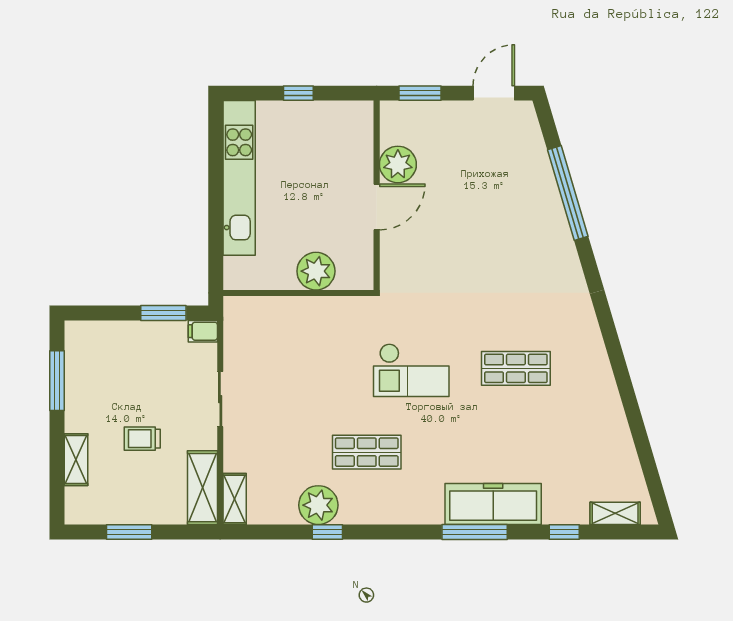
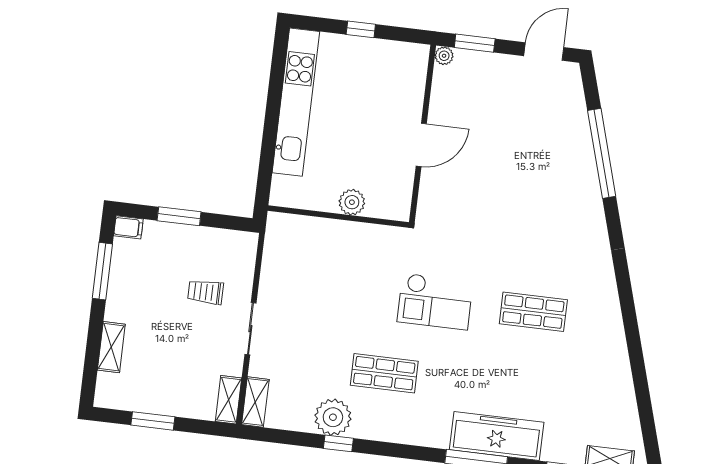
plant: (398, 164) -> (444, 56), moved, width x0.53, depth x0.53
plant: (316, 271) -> (352, 202), width x0.73, depth x0.73
window: (163, 313) -> (179, 216), moved
filing cabinet: (203, 331) -> (128, 227), moved, turned 180
sliding door: (220, 399) -> (250, 329), moved
trolley: (142, 439) -> (206, 292), moved
shelving: (202, 488) -> (229, 400), width x0.67, depth x0.75

